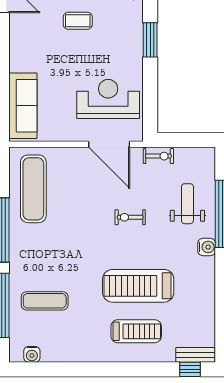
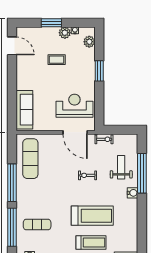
treadmill: (138, 286) -> (92, 216), turned 180

